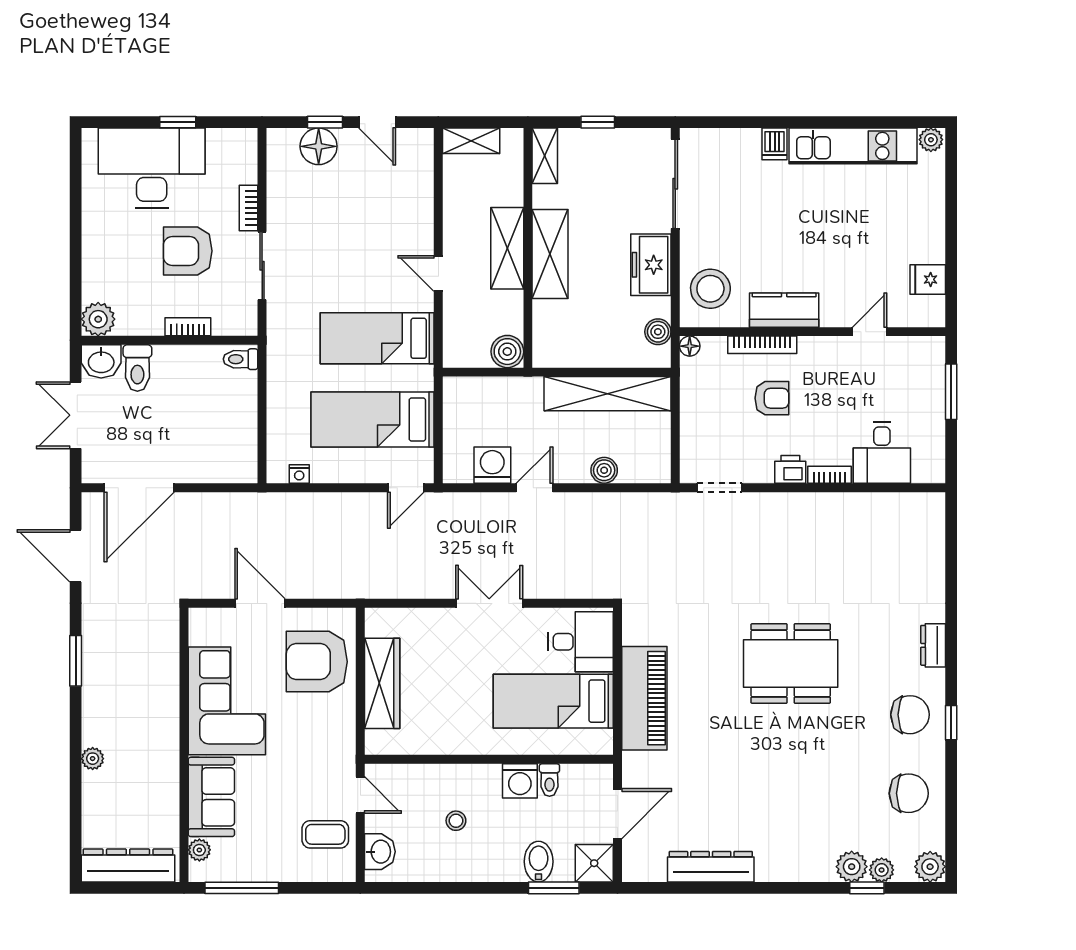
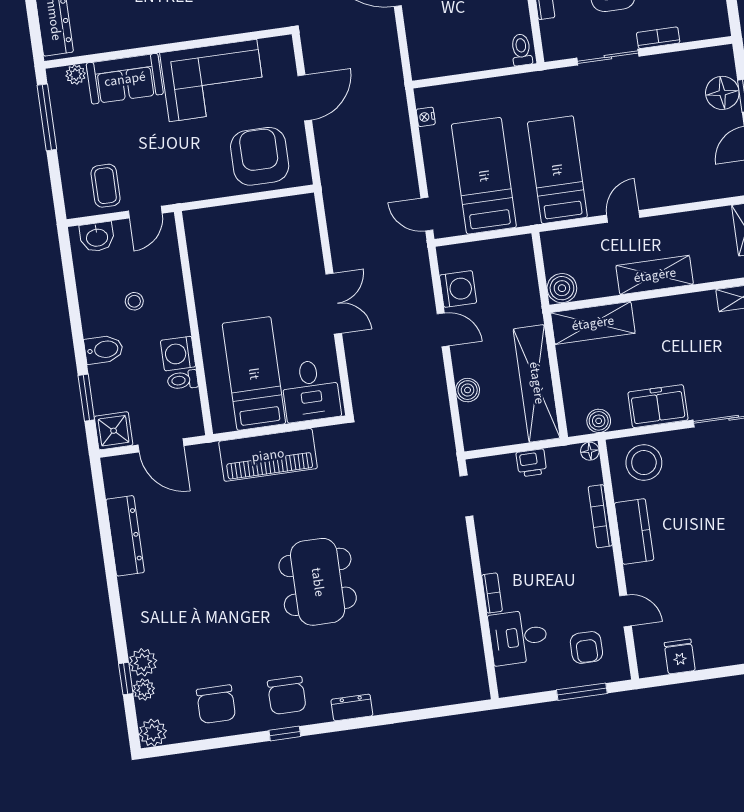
shelving: (550, 254) -> (593, 323), moved
armchair: (772, 398) -> (586, 647), moved
printer: (790, 469) -> (531, 463), moved, turned 90
wardrobe: (382, 683) -> (248, 218), removed
bidet: (539, 862) -> (104, 350), moved

